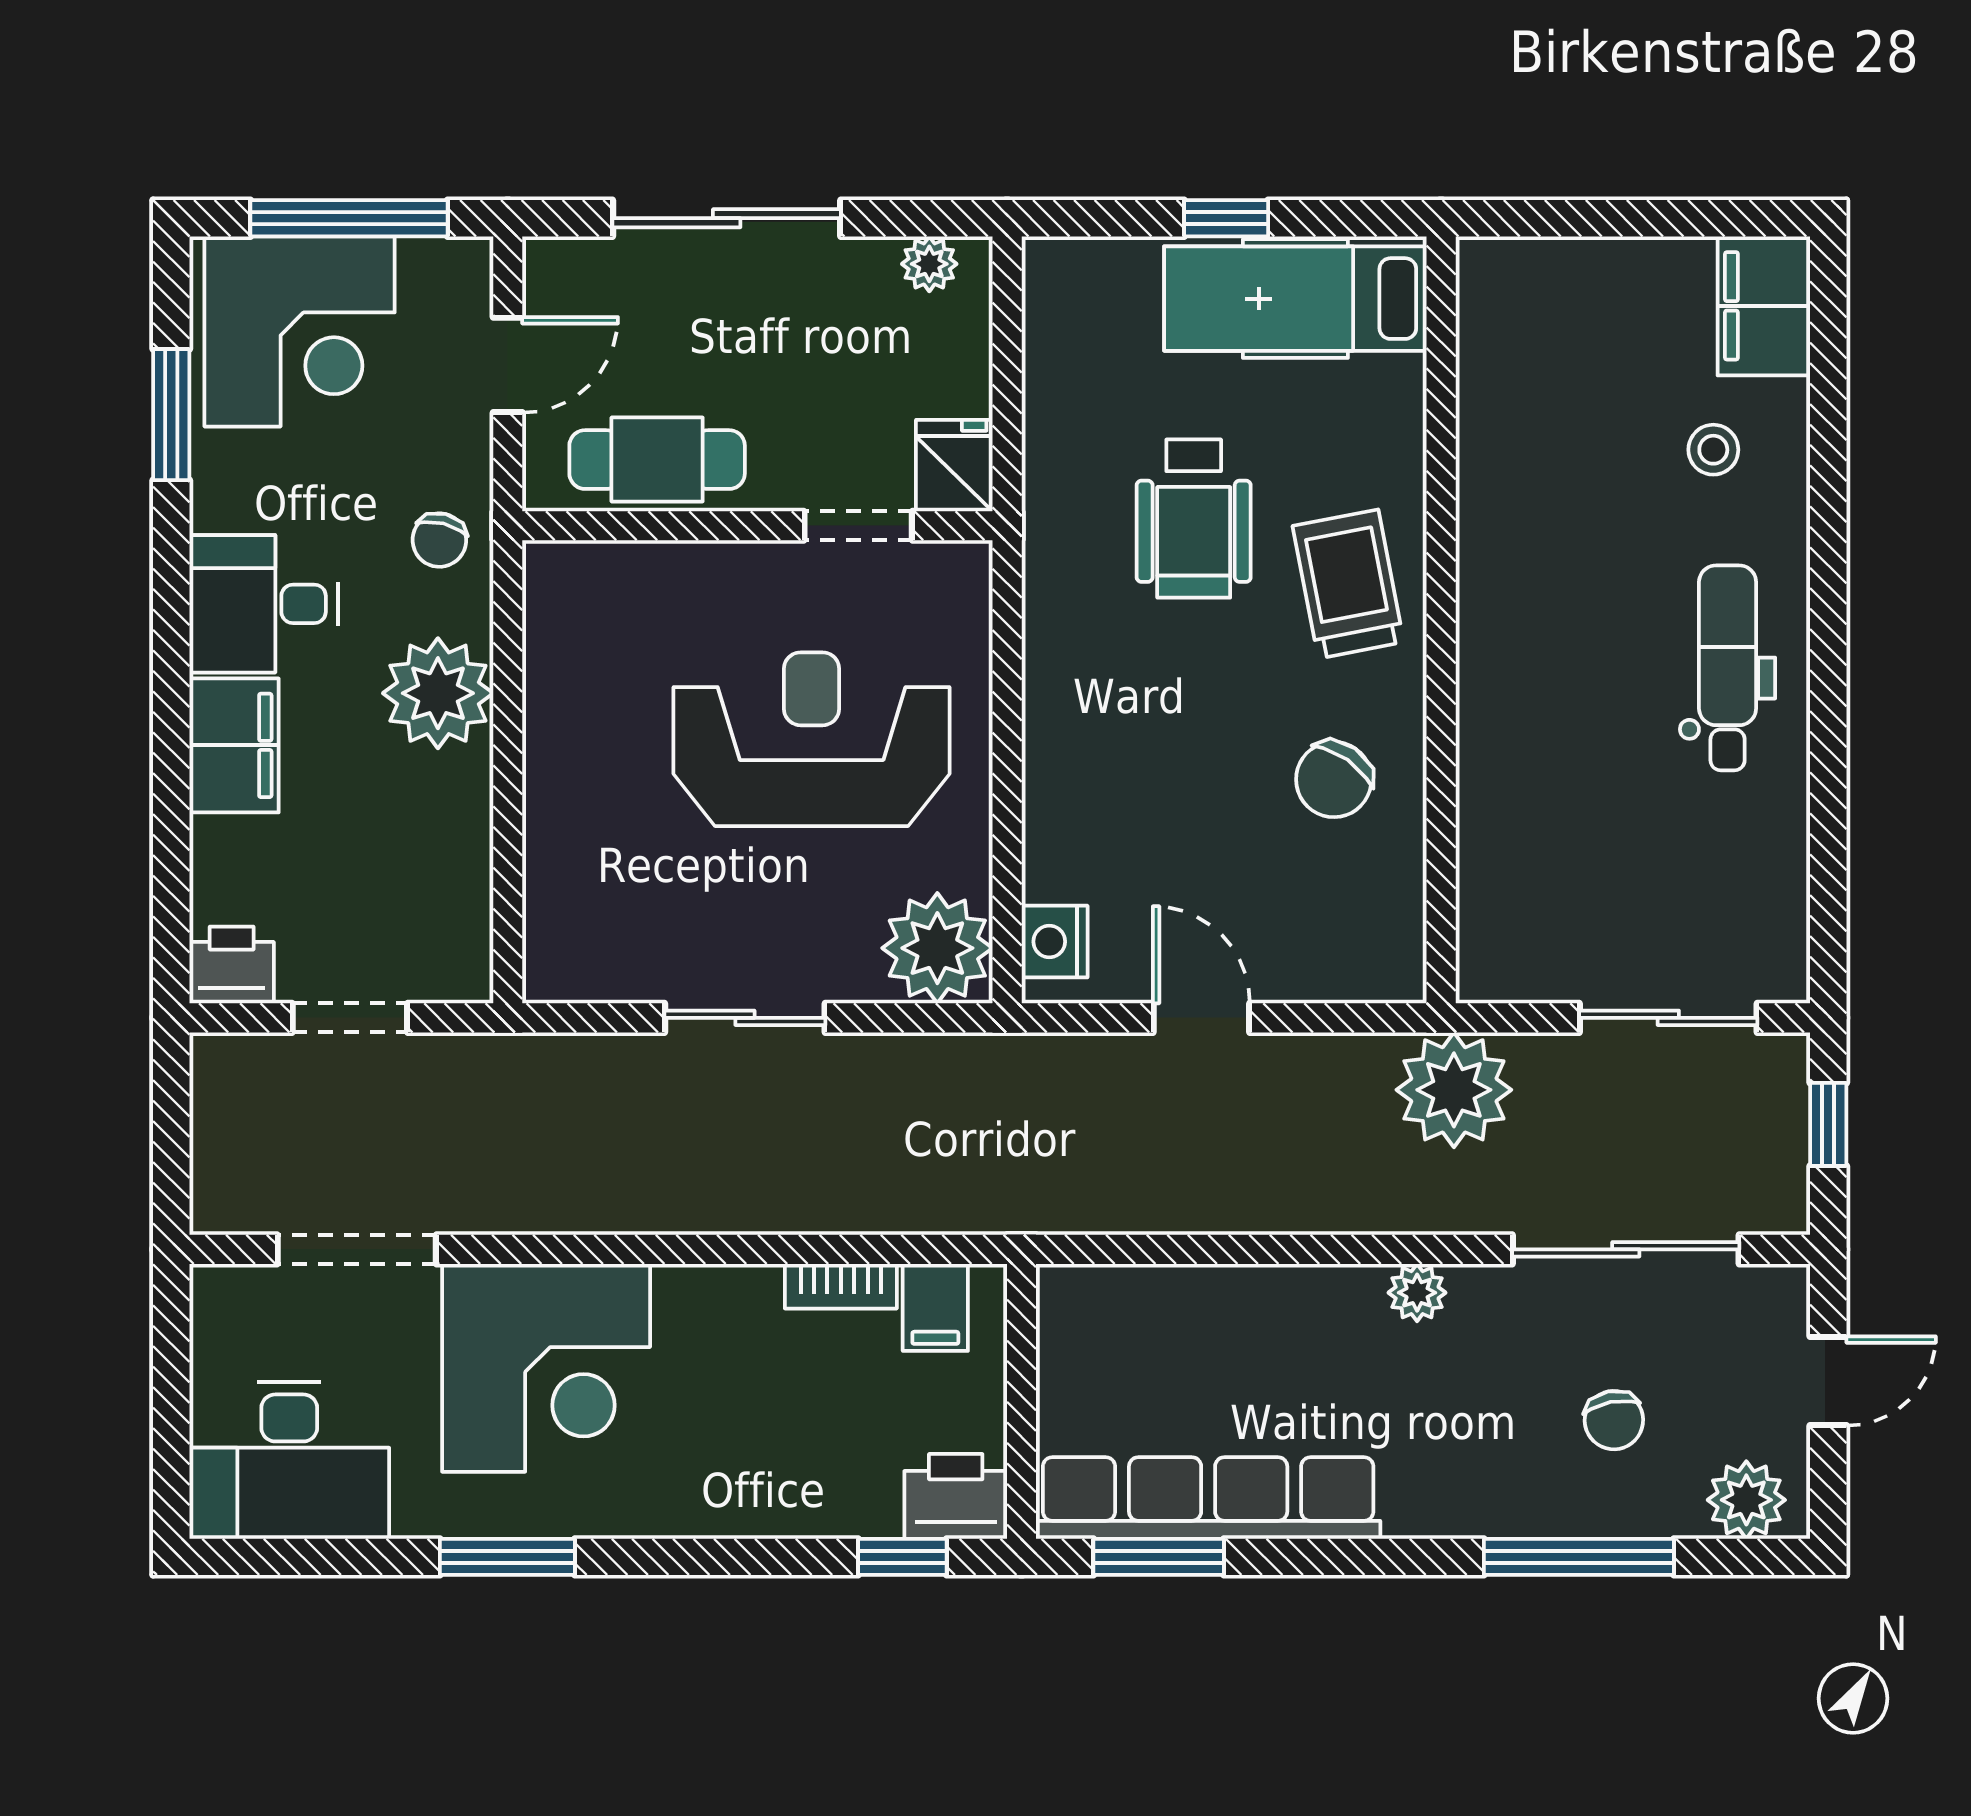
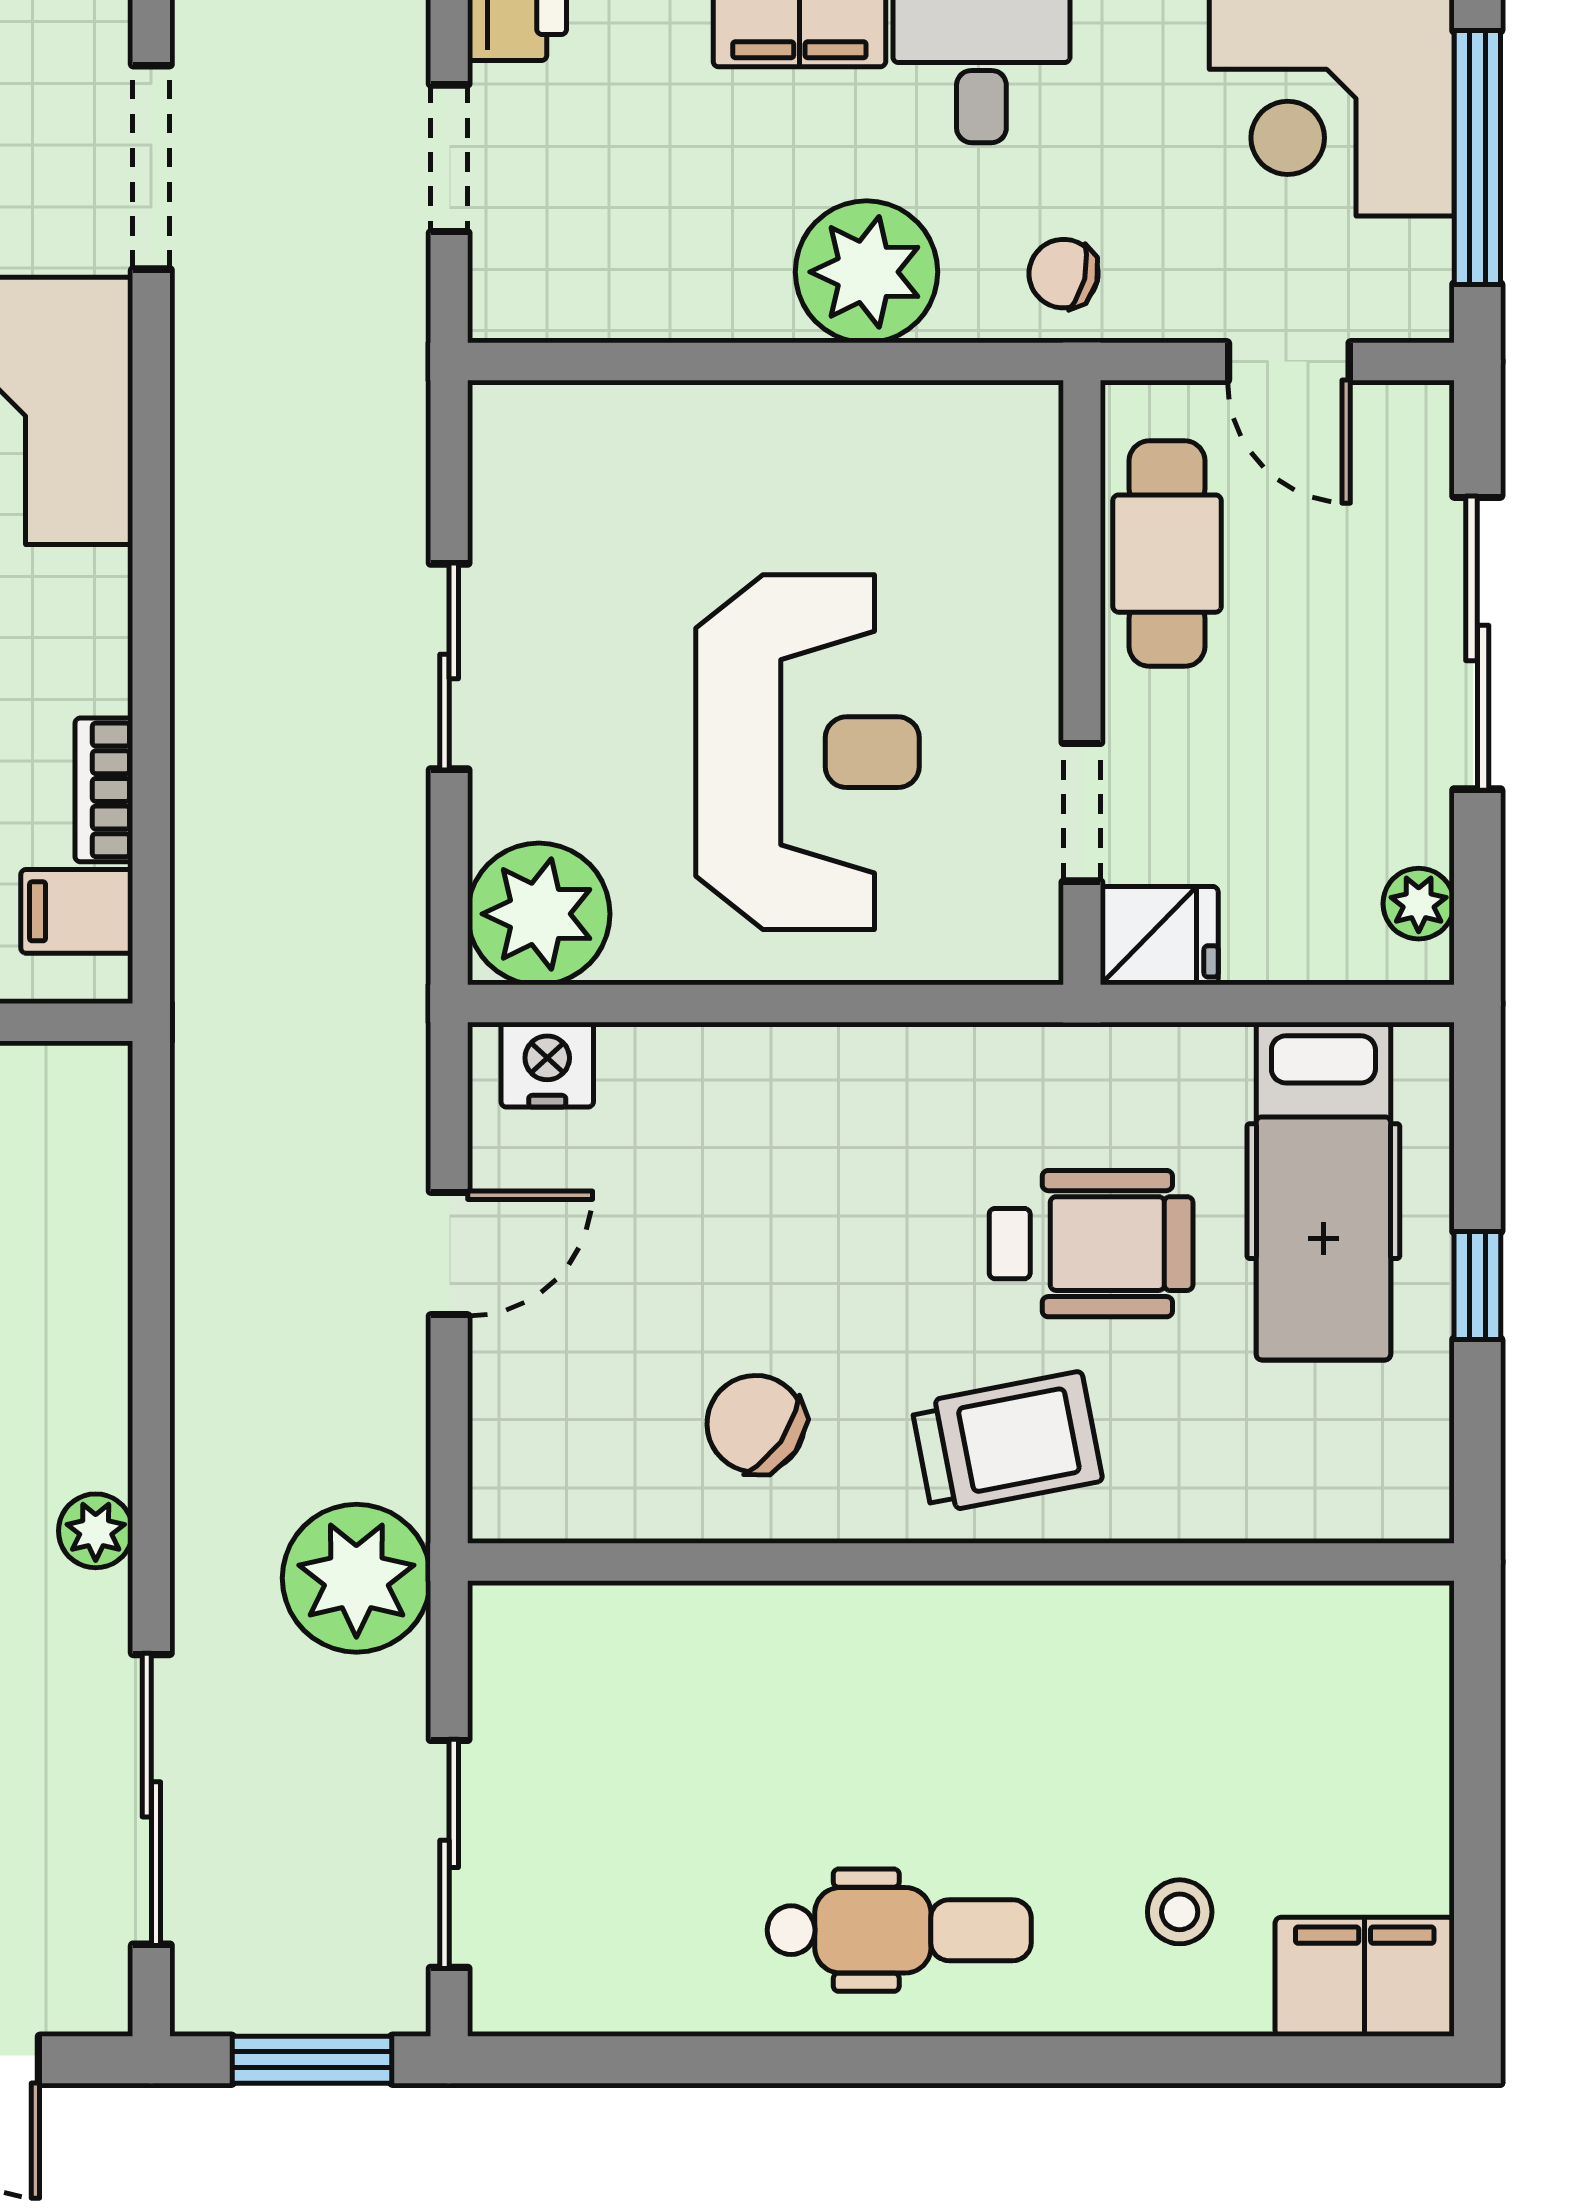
hospital bed: (1295, 299) -> (1323, 1191), moved, turned 180
wheelchair: (1194, 519) -> (1091, 1244), turned 180
window: (1828, 1124) -> (312, 2060), width x1.50

